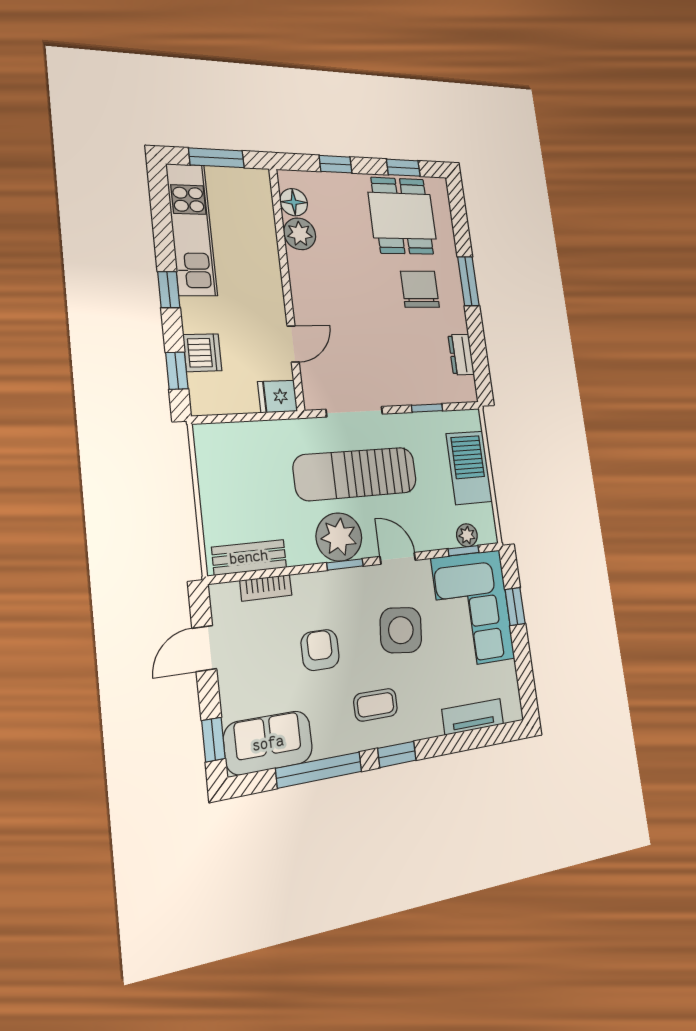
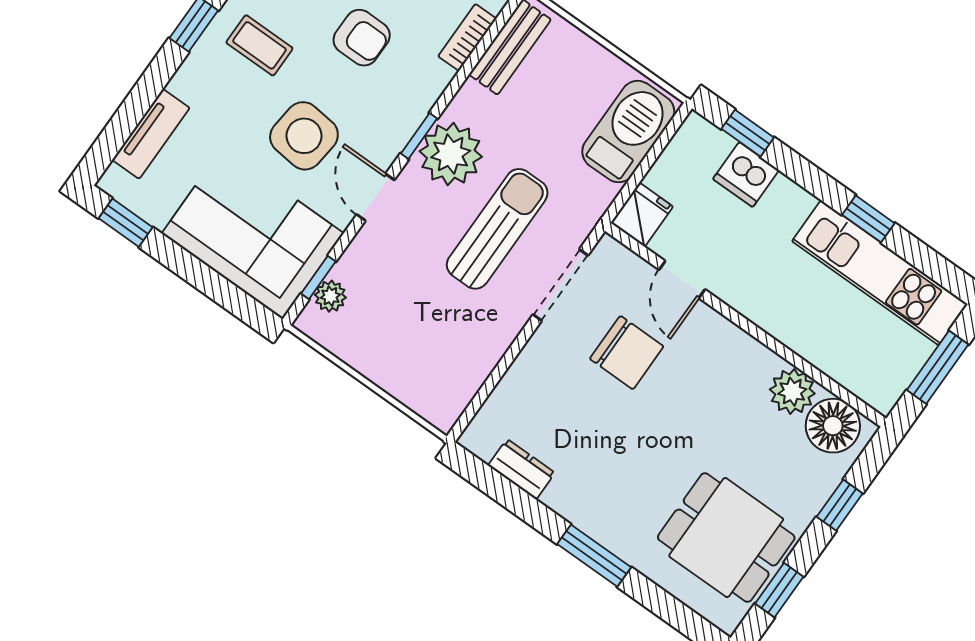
floor lamp: (294, 202) -> (833, 426), width x1.38, depth x1.38
chair: (420, 289) -> (627, 353), moved
window: (169, 290) -> (868, 219), moved
window: (427, 408) -> (498, 373), removed
barbecue: (469, 468) -> (628, 132), moved, turned -90
sun lounger: (356, 474) -> (497, 229), width x0.73, depth x0.75
door: (398, 558) -> (375, 197), swing flipped
window: (515, 606) -> (126, 223), moved
coffee table: (376, 705) -> (259, 45), turned 90

